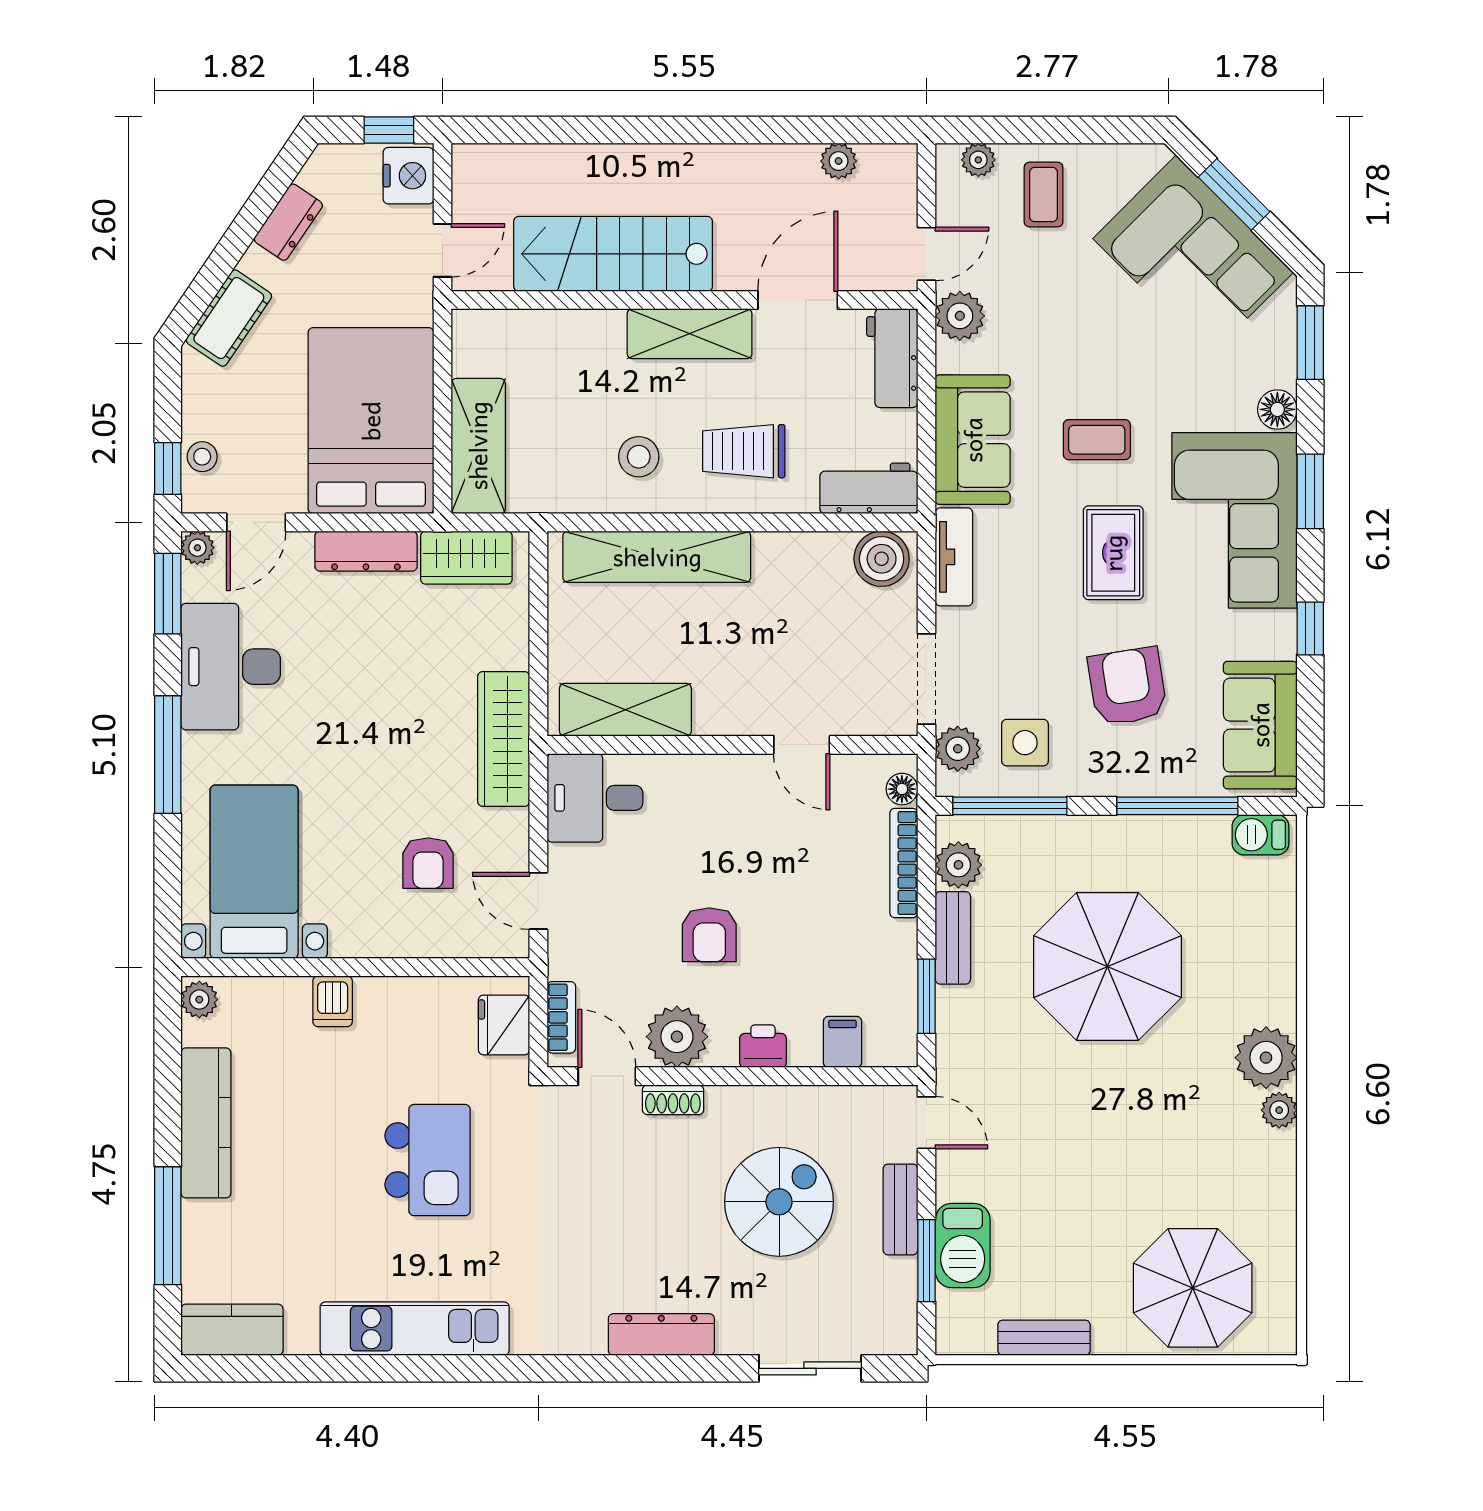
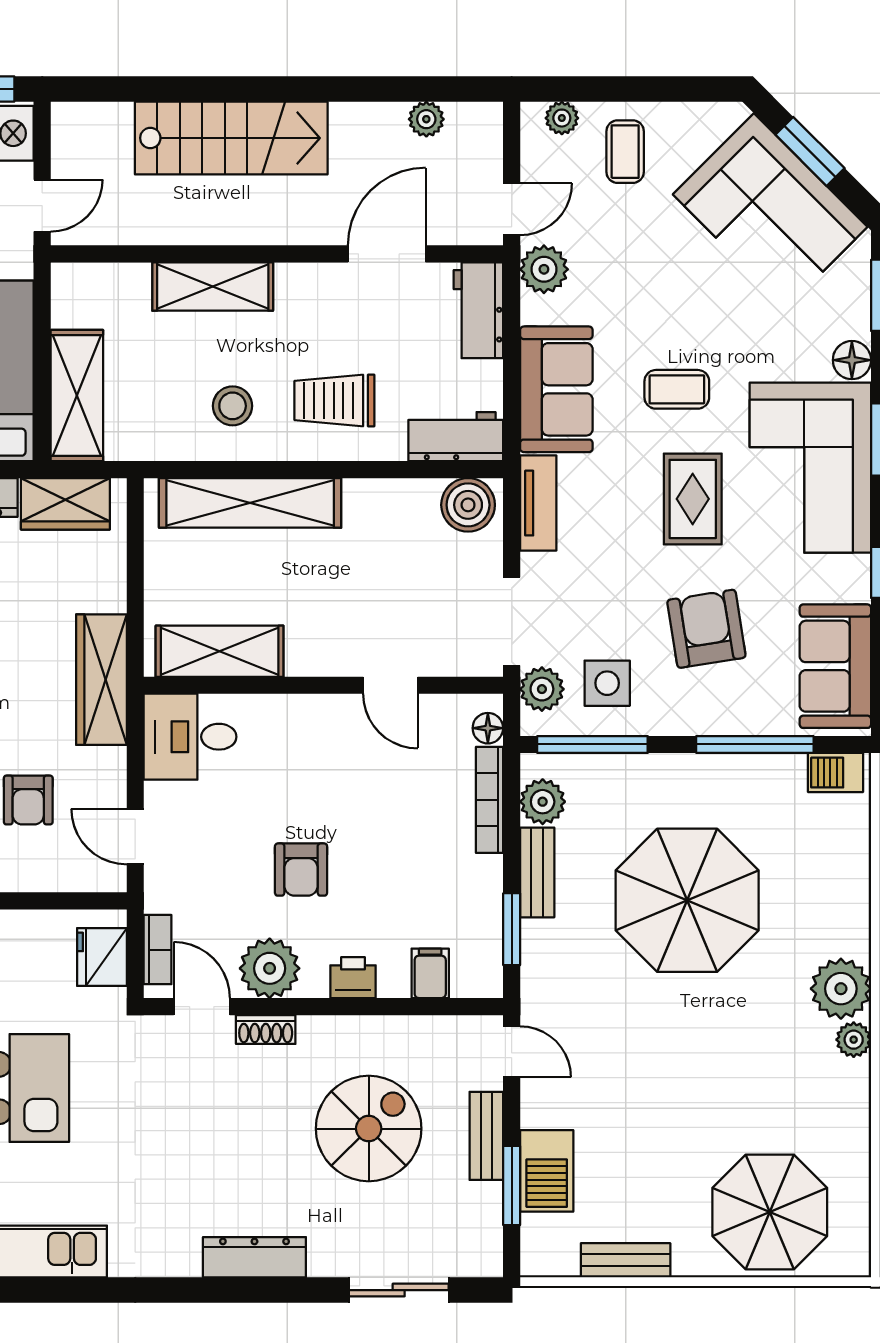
stairs: (613, 254) -> (231, 138), moved, turned 180
shelving: (690, 334) -> (213, 287), moved

